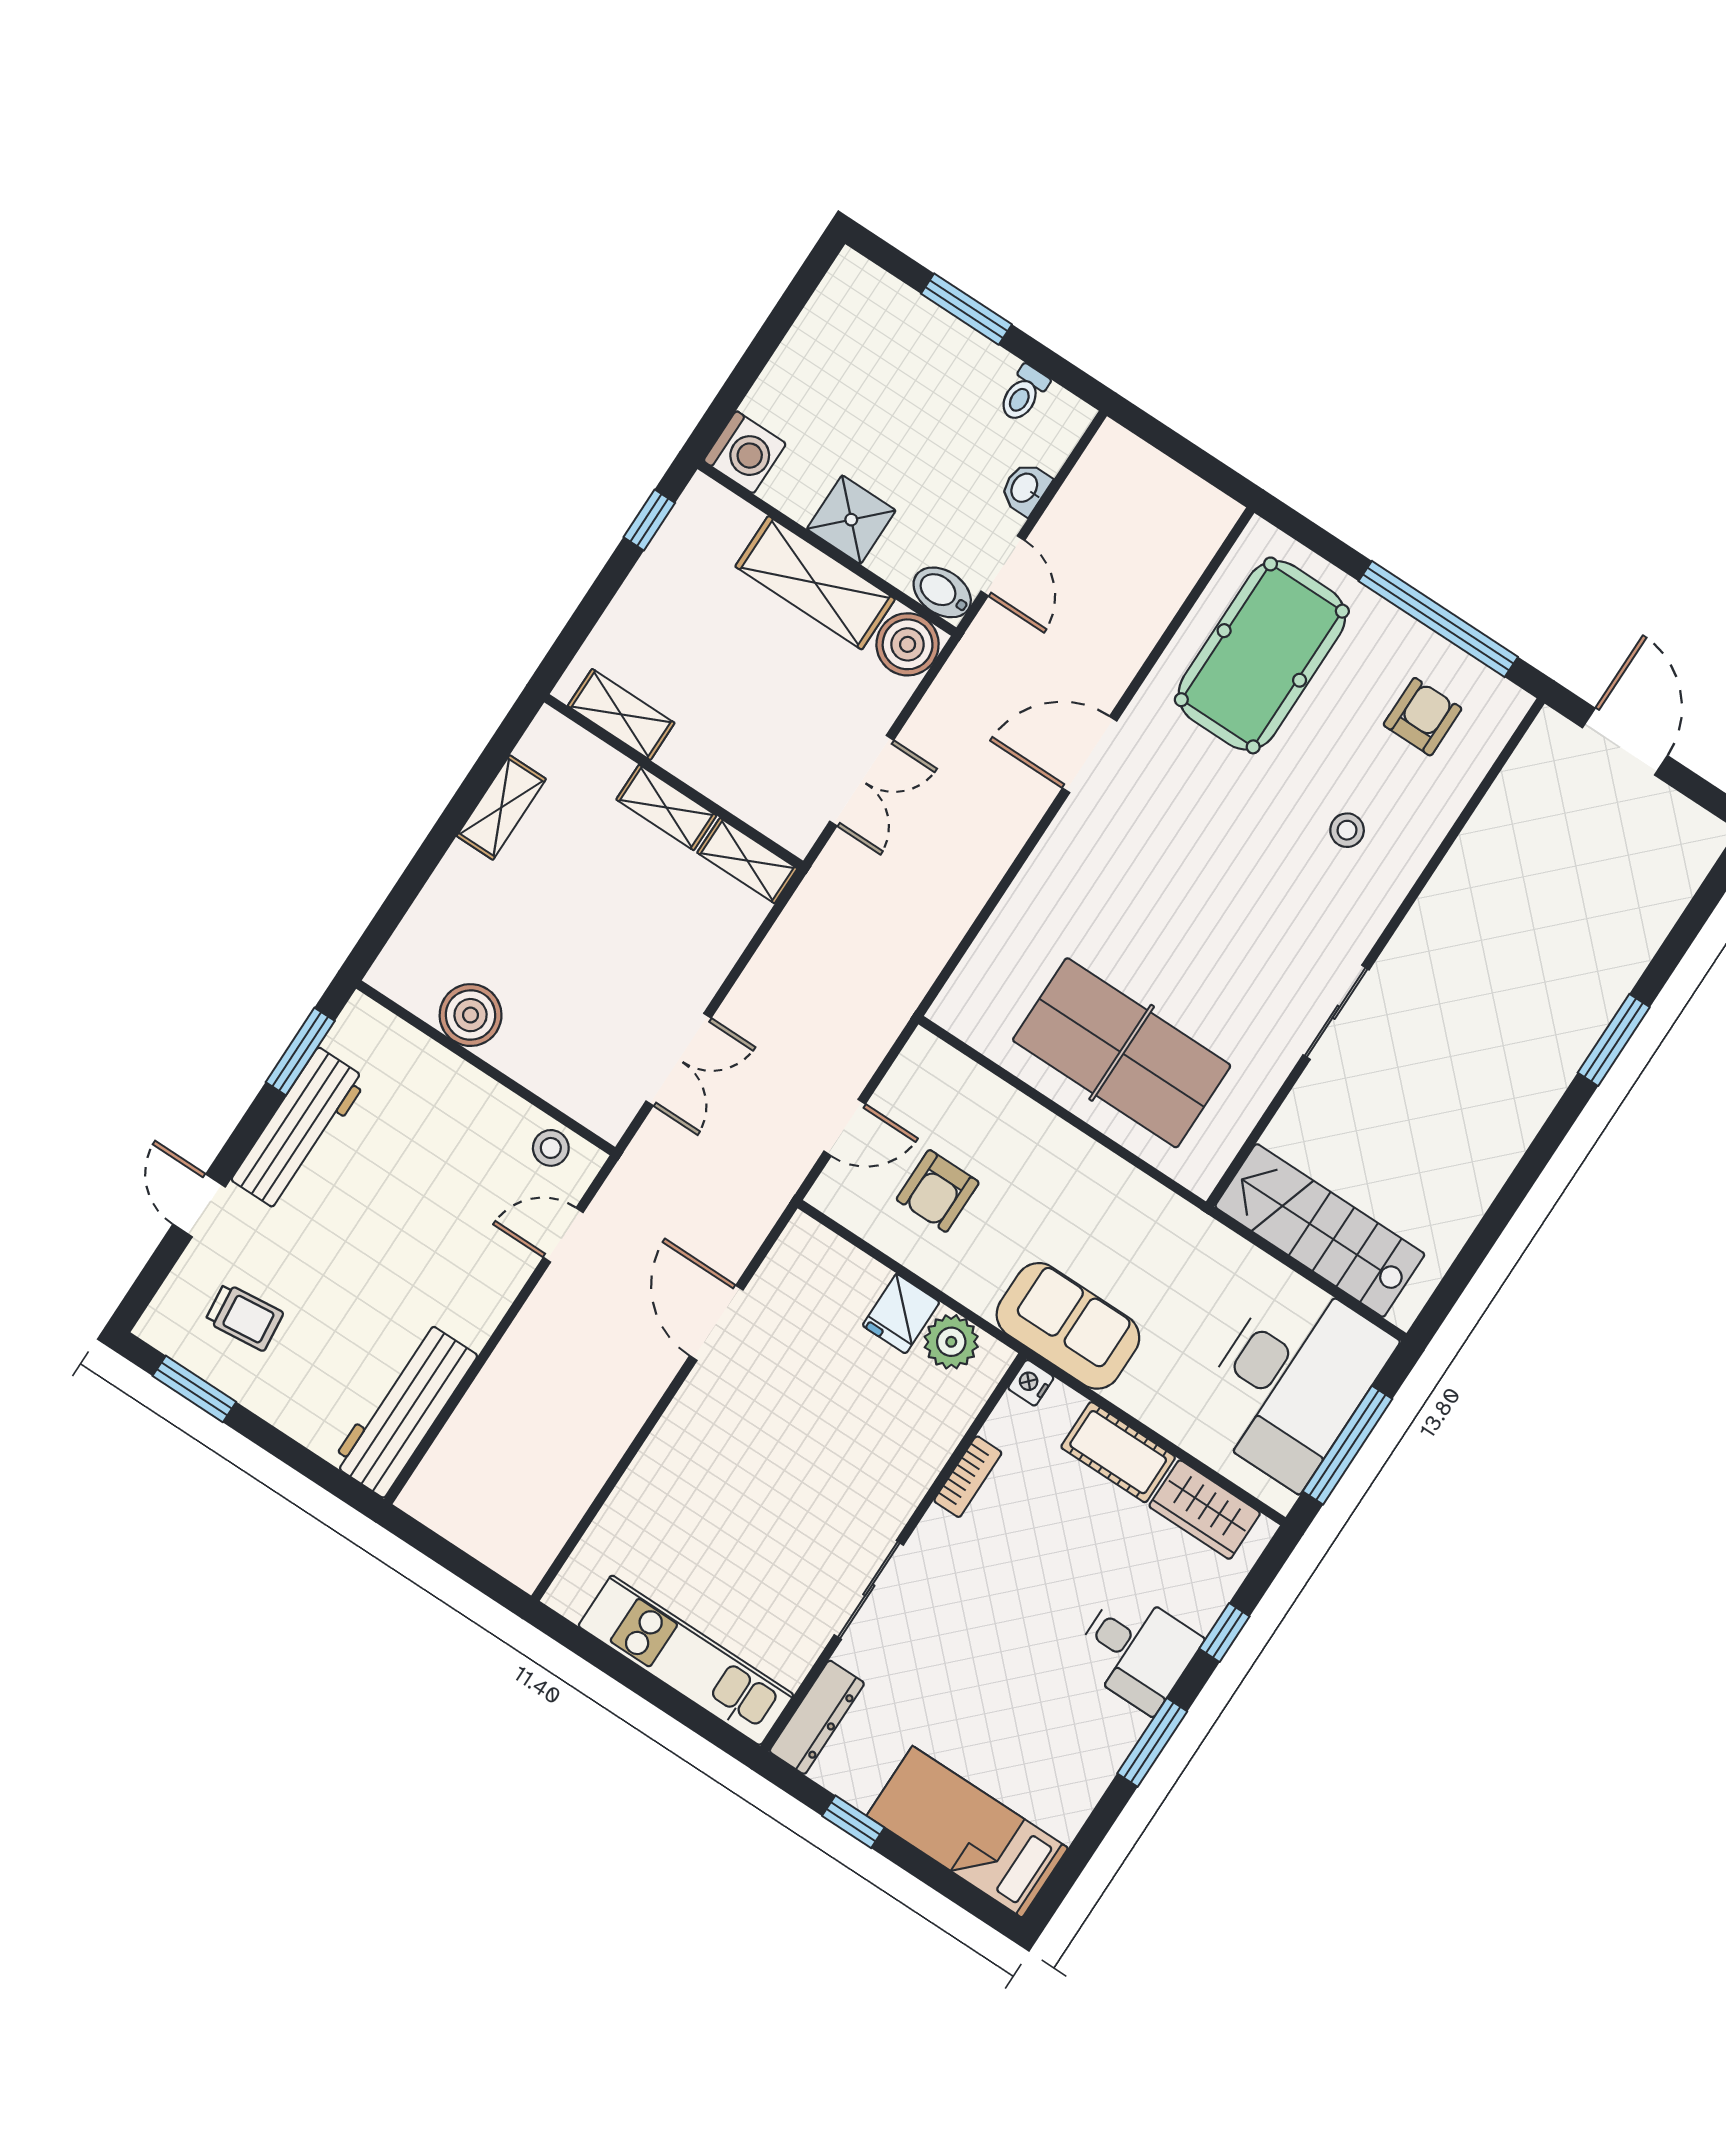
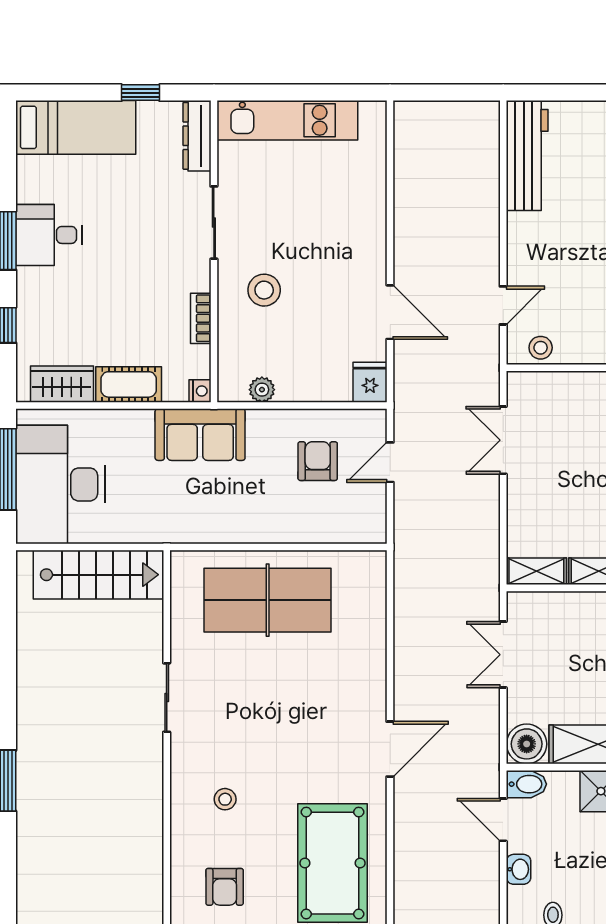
fridge: (901, 1314) -> (370, 382), moved
plant: (951, 1342) -> (262, 390), width x0.73, depth x0.73
stool: (861, 1459) -> (264, 290), added
desk: (1137, 1650) -> (49, 235), moved

